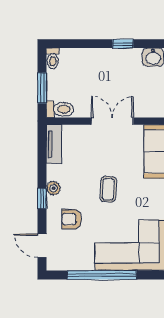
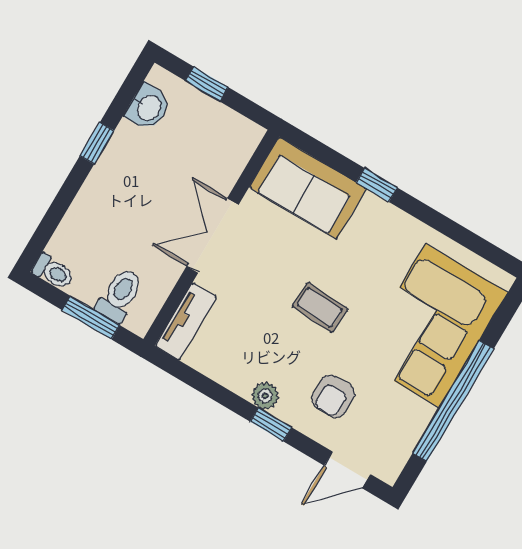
toilet: (60, 109) -> (120, 295), moved
tv unit: (54, 144) -> (186, 321), moved, turned 90

